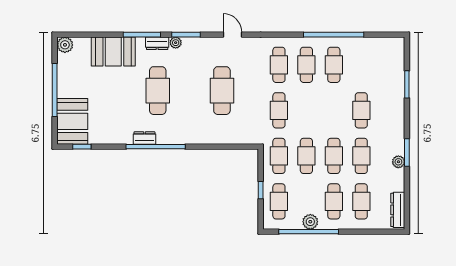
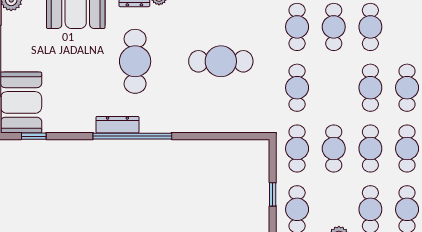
cafe table: (222, 91) -> (221, 61), turned 90
cafe table: (334, 110) -> (370, 88), added
dresser: (144, 138) -> (117, 125), width x1.44

